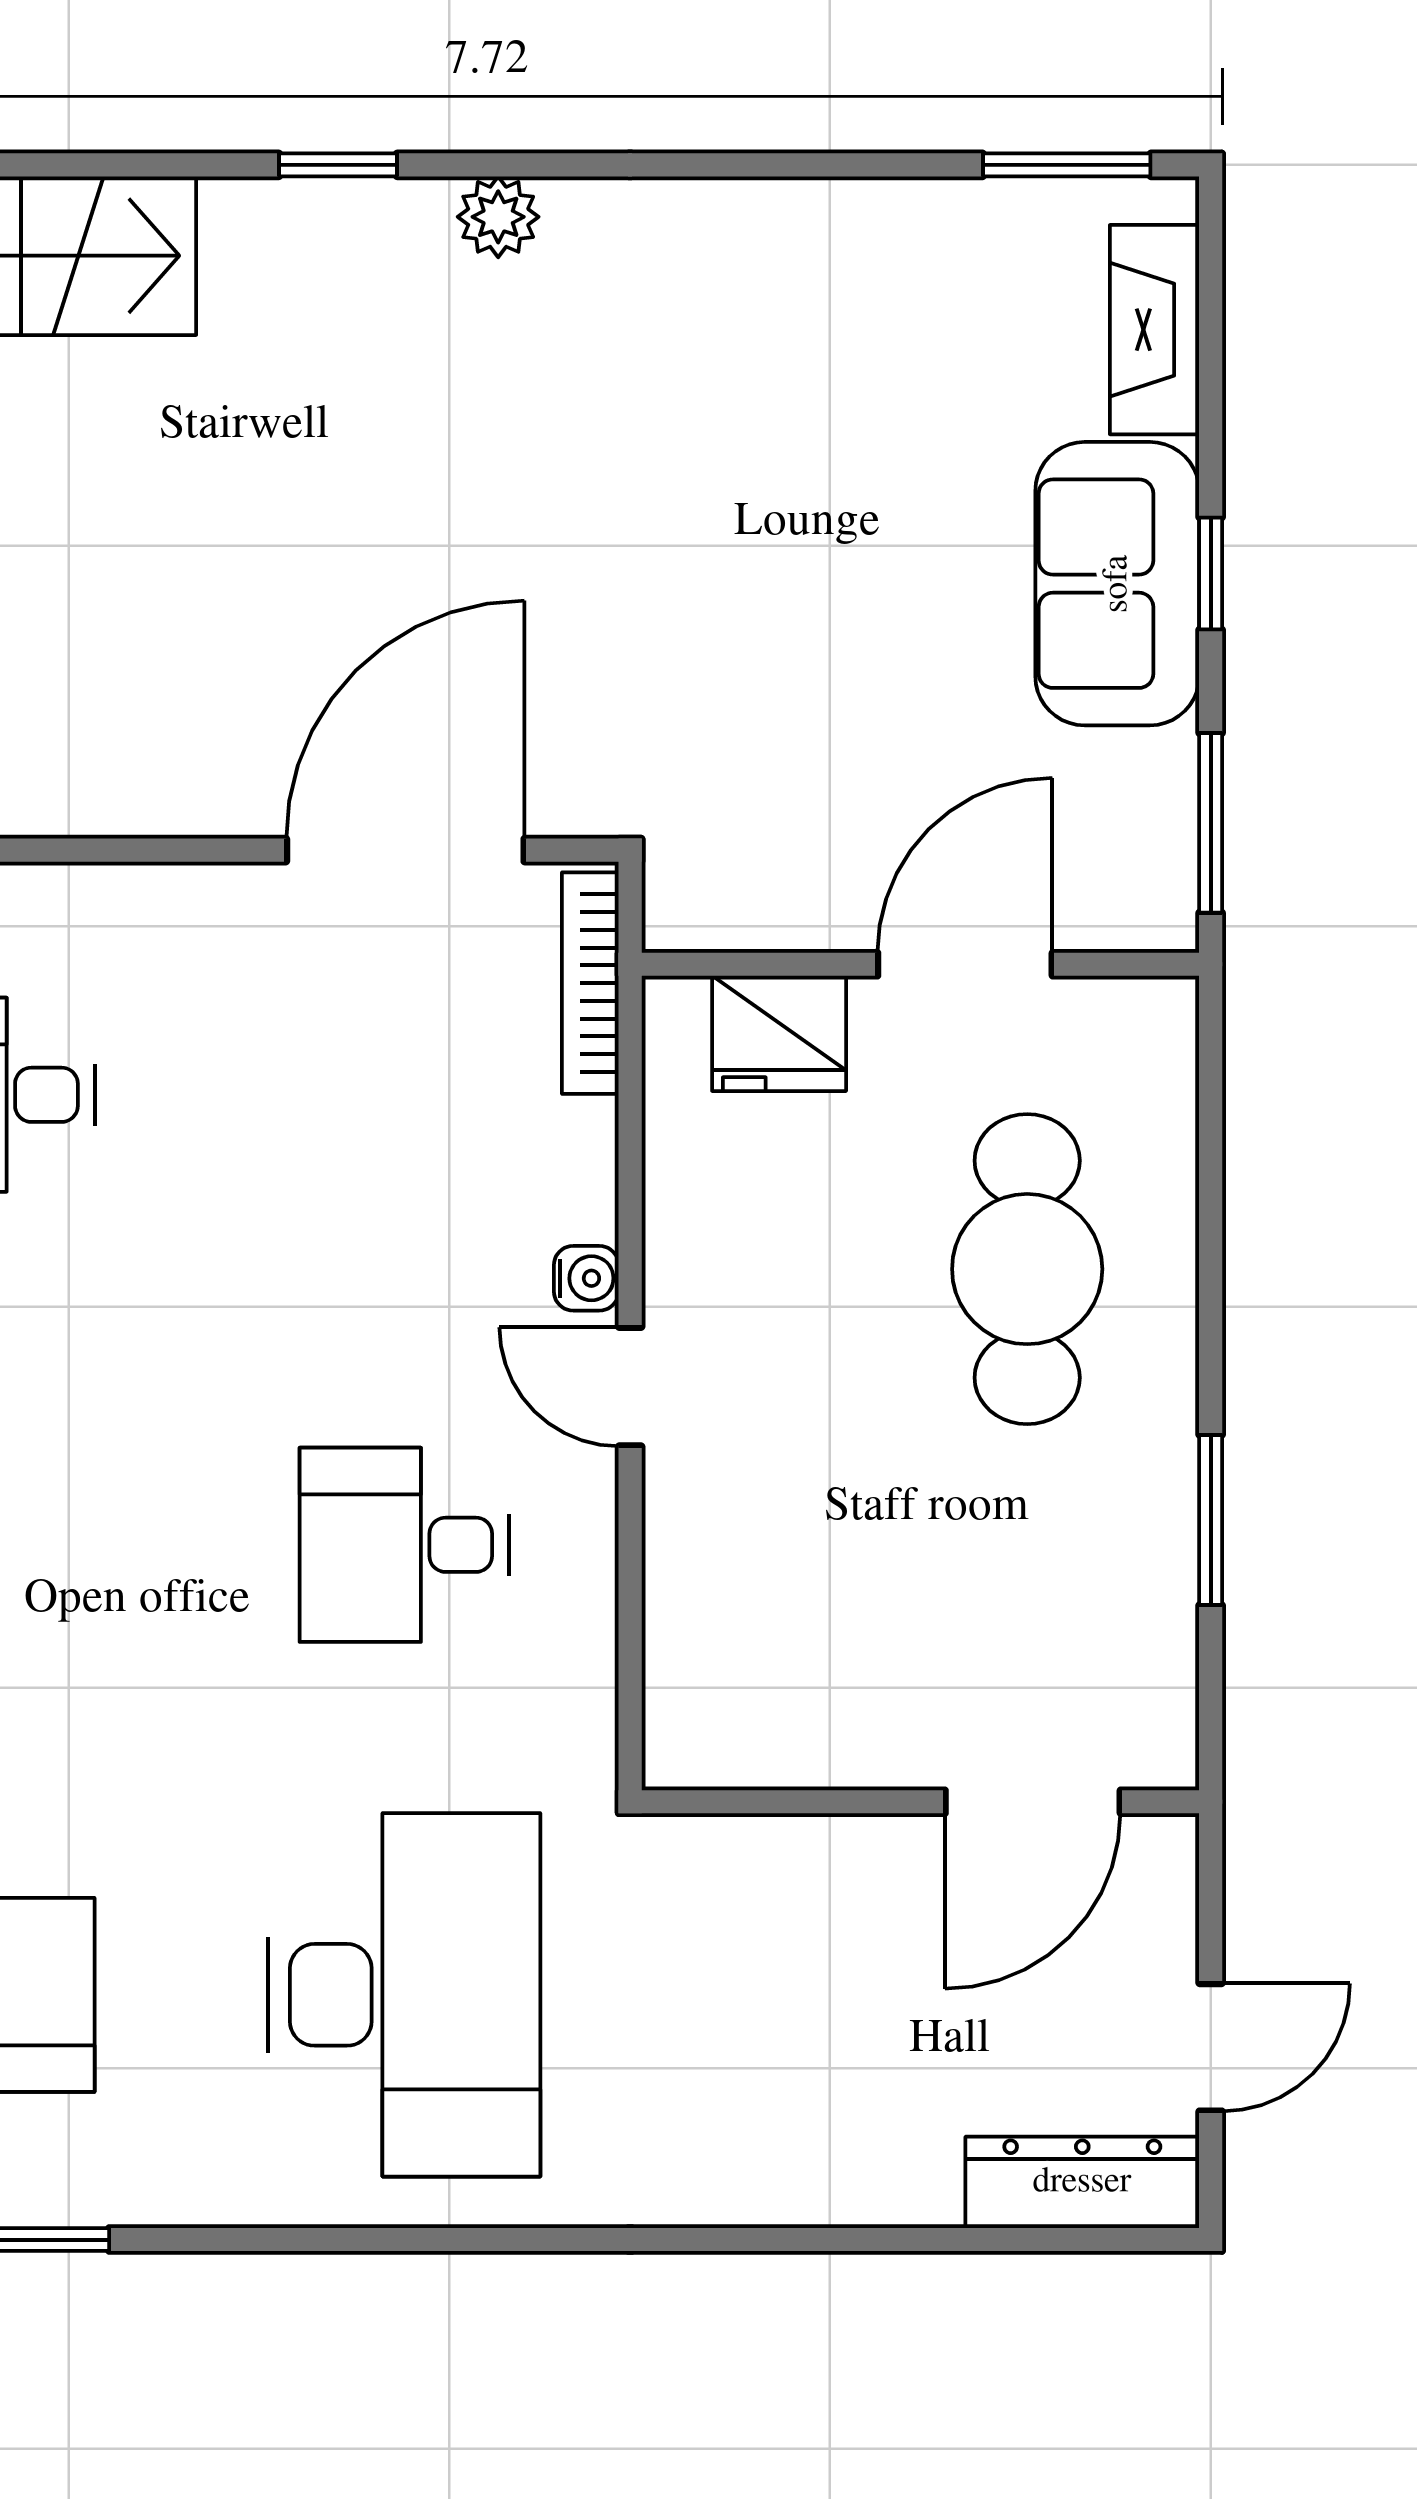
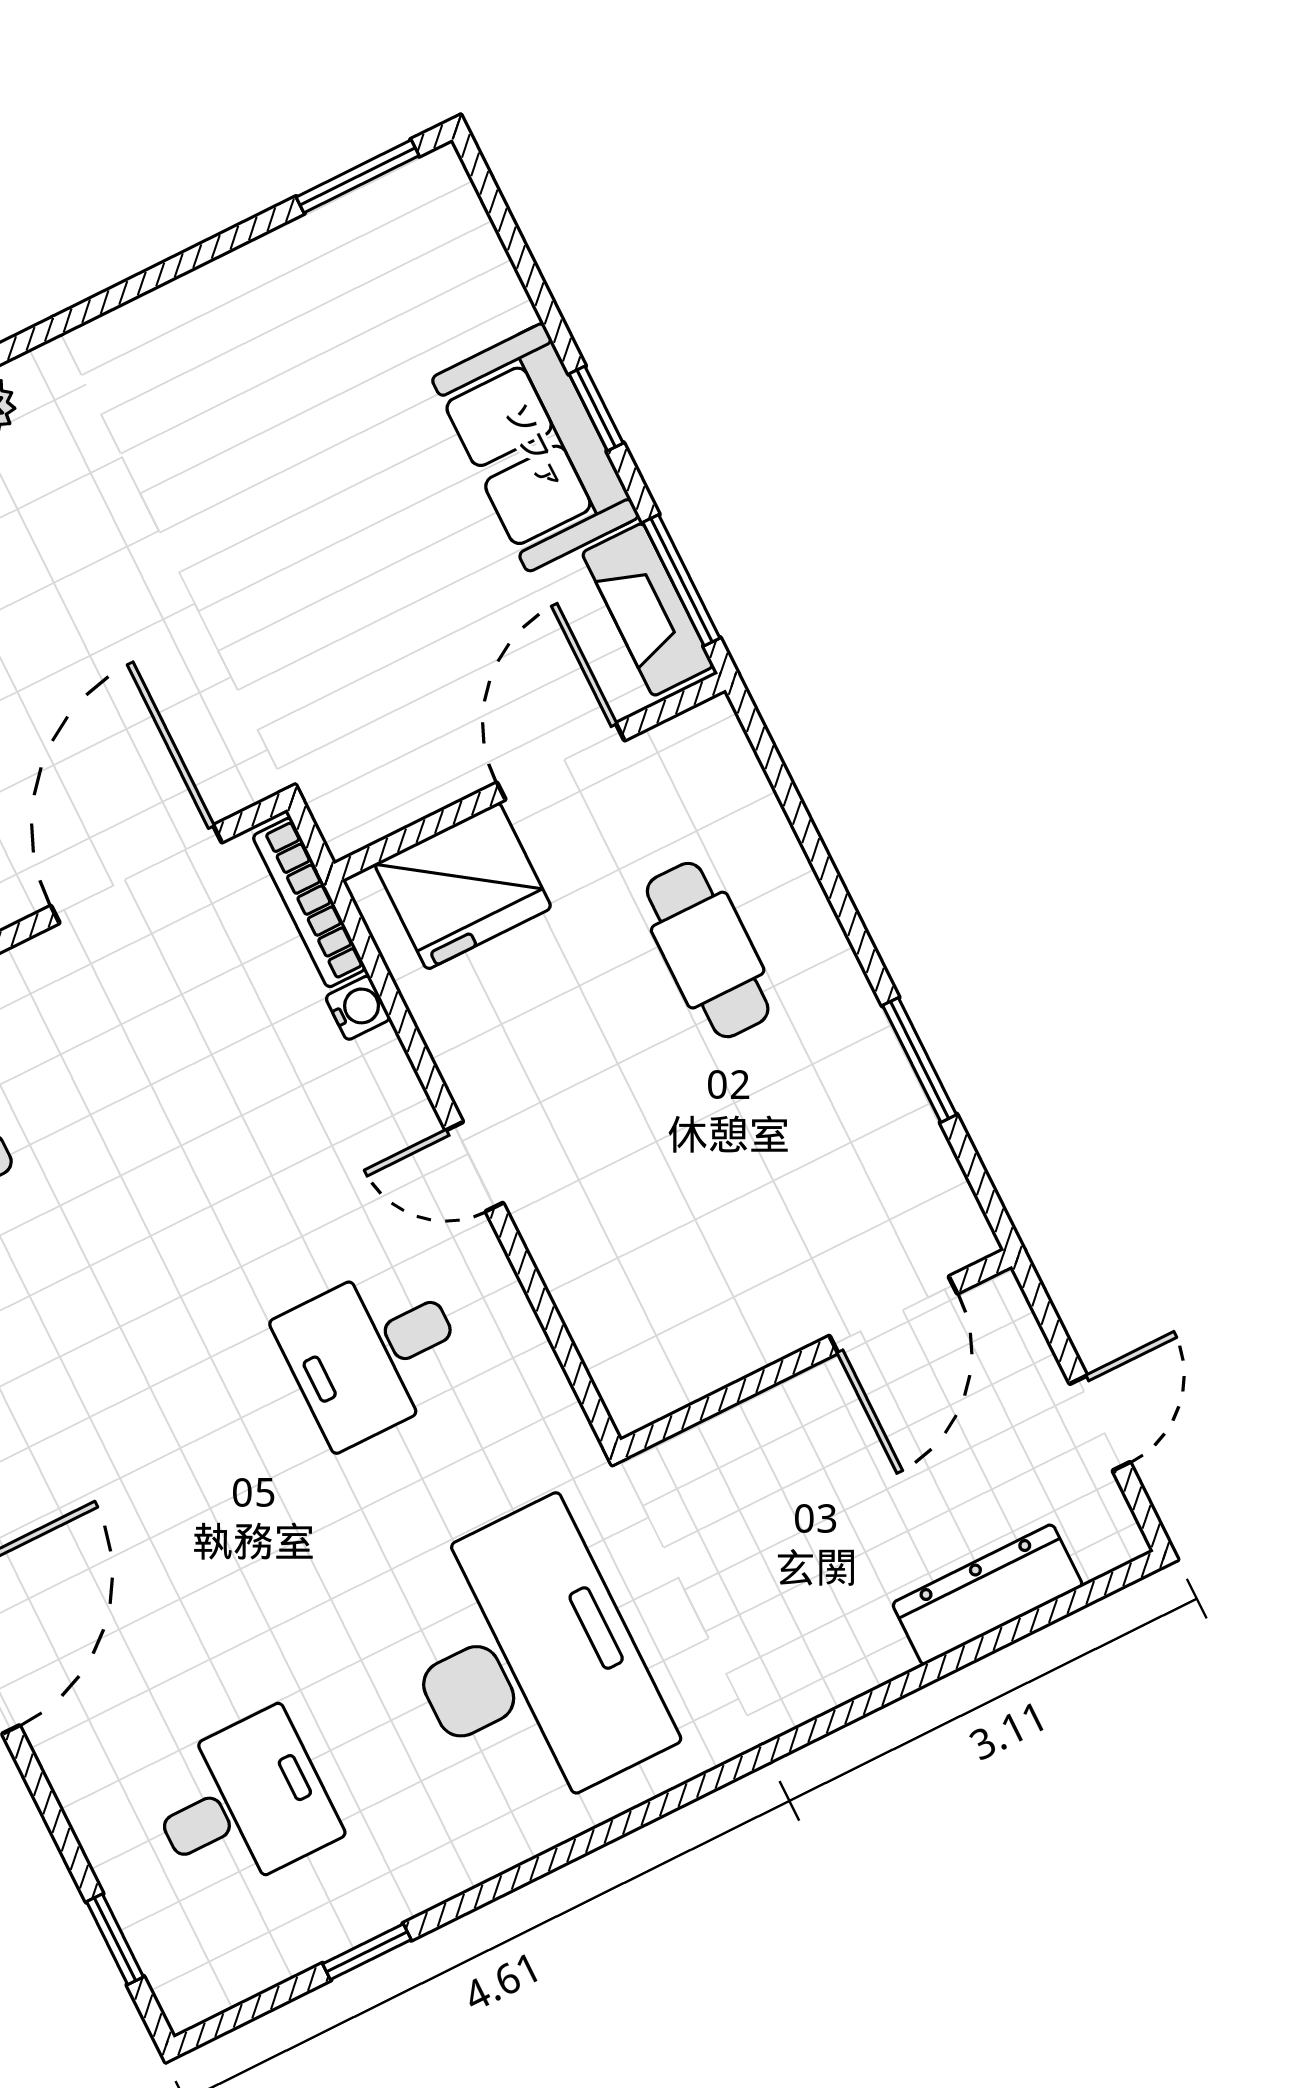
fireplace: (1154, 330) -> (648, 610), moved
fridge: (779, 1033) -> (463, 886), width x1.36, depth x1.34
cafe table: (1027, 1269) -> (708, 950), width x0.73, depth x0.74
water cooler: (586, 1278) -> (358, 1008), moved
dresser: (1082, 2182) -> (988, 1595), moved

